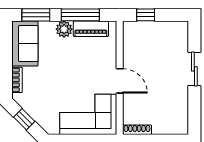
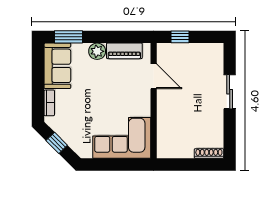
window: (80, 15) -> (114, 37), removed
door: (120, 81) -> (154, 76), moved
shoe rack: (137, 130) -> (209, 154), moved

